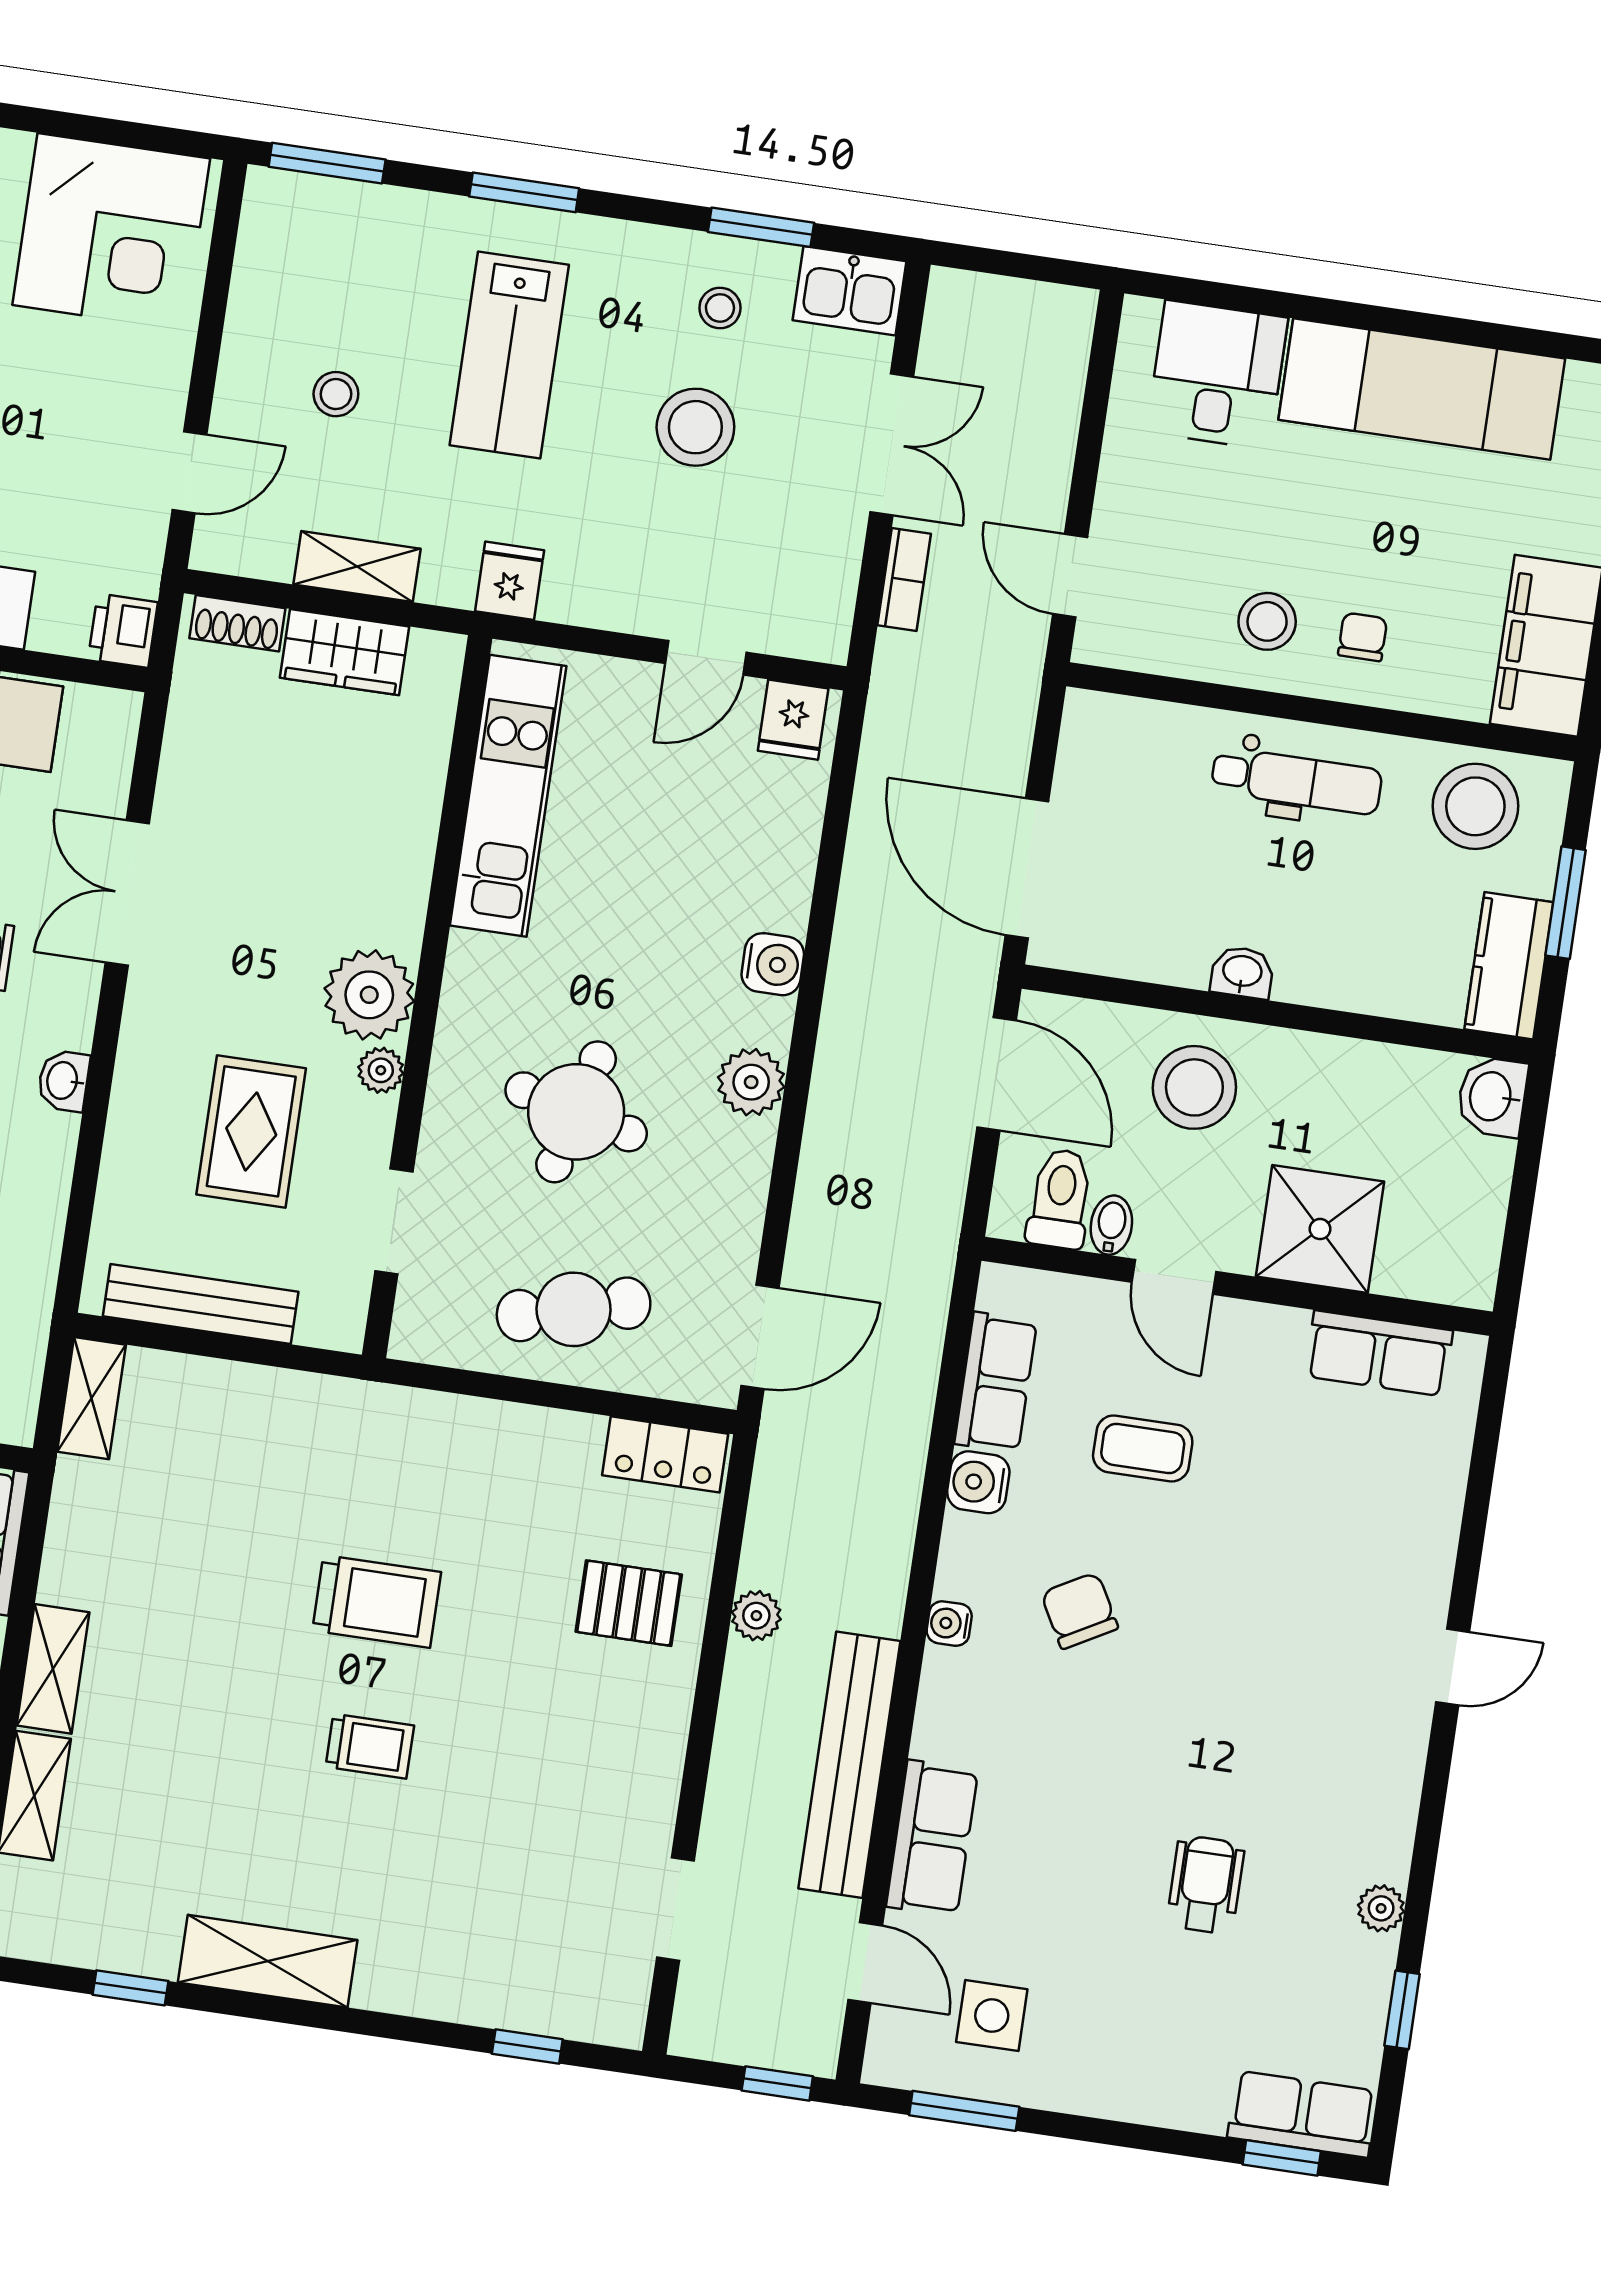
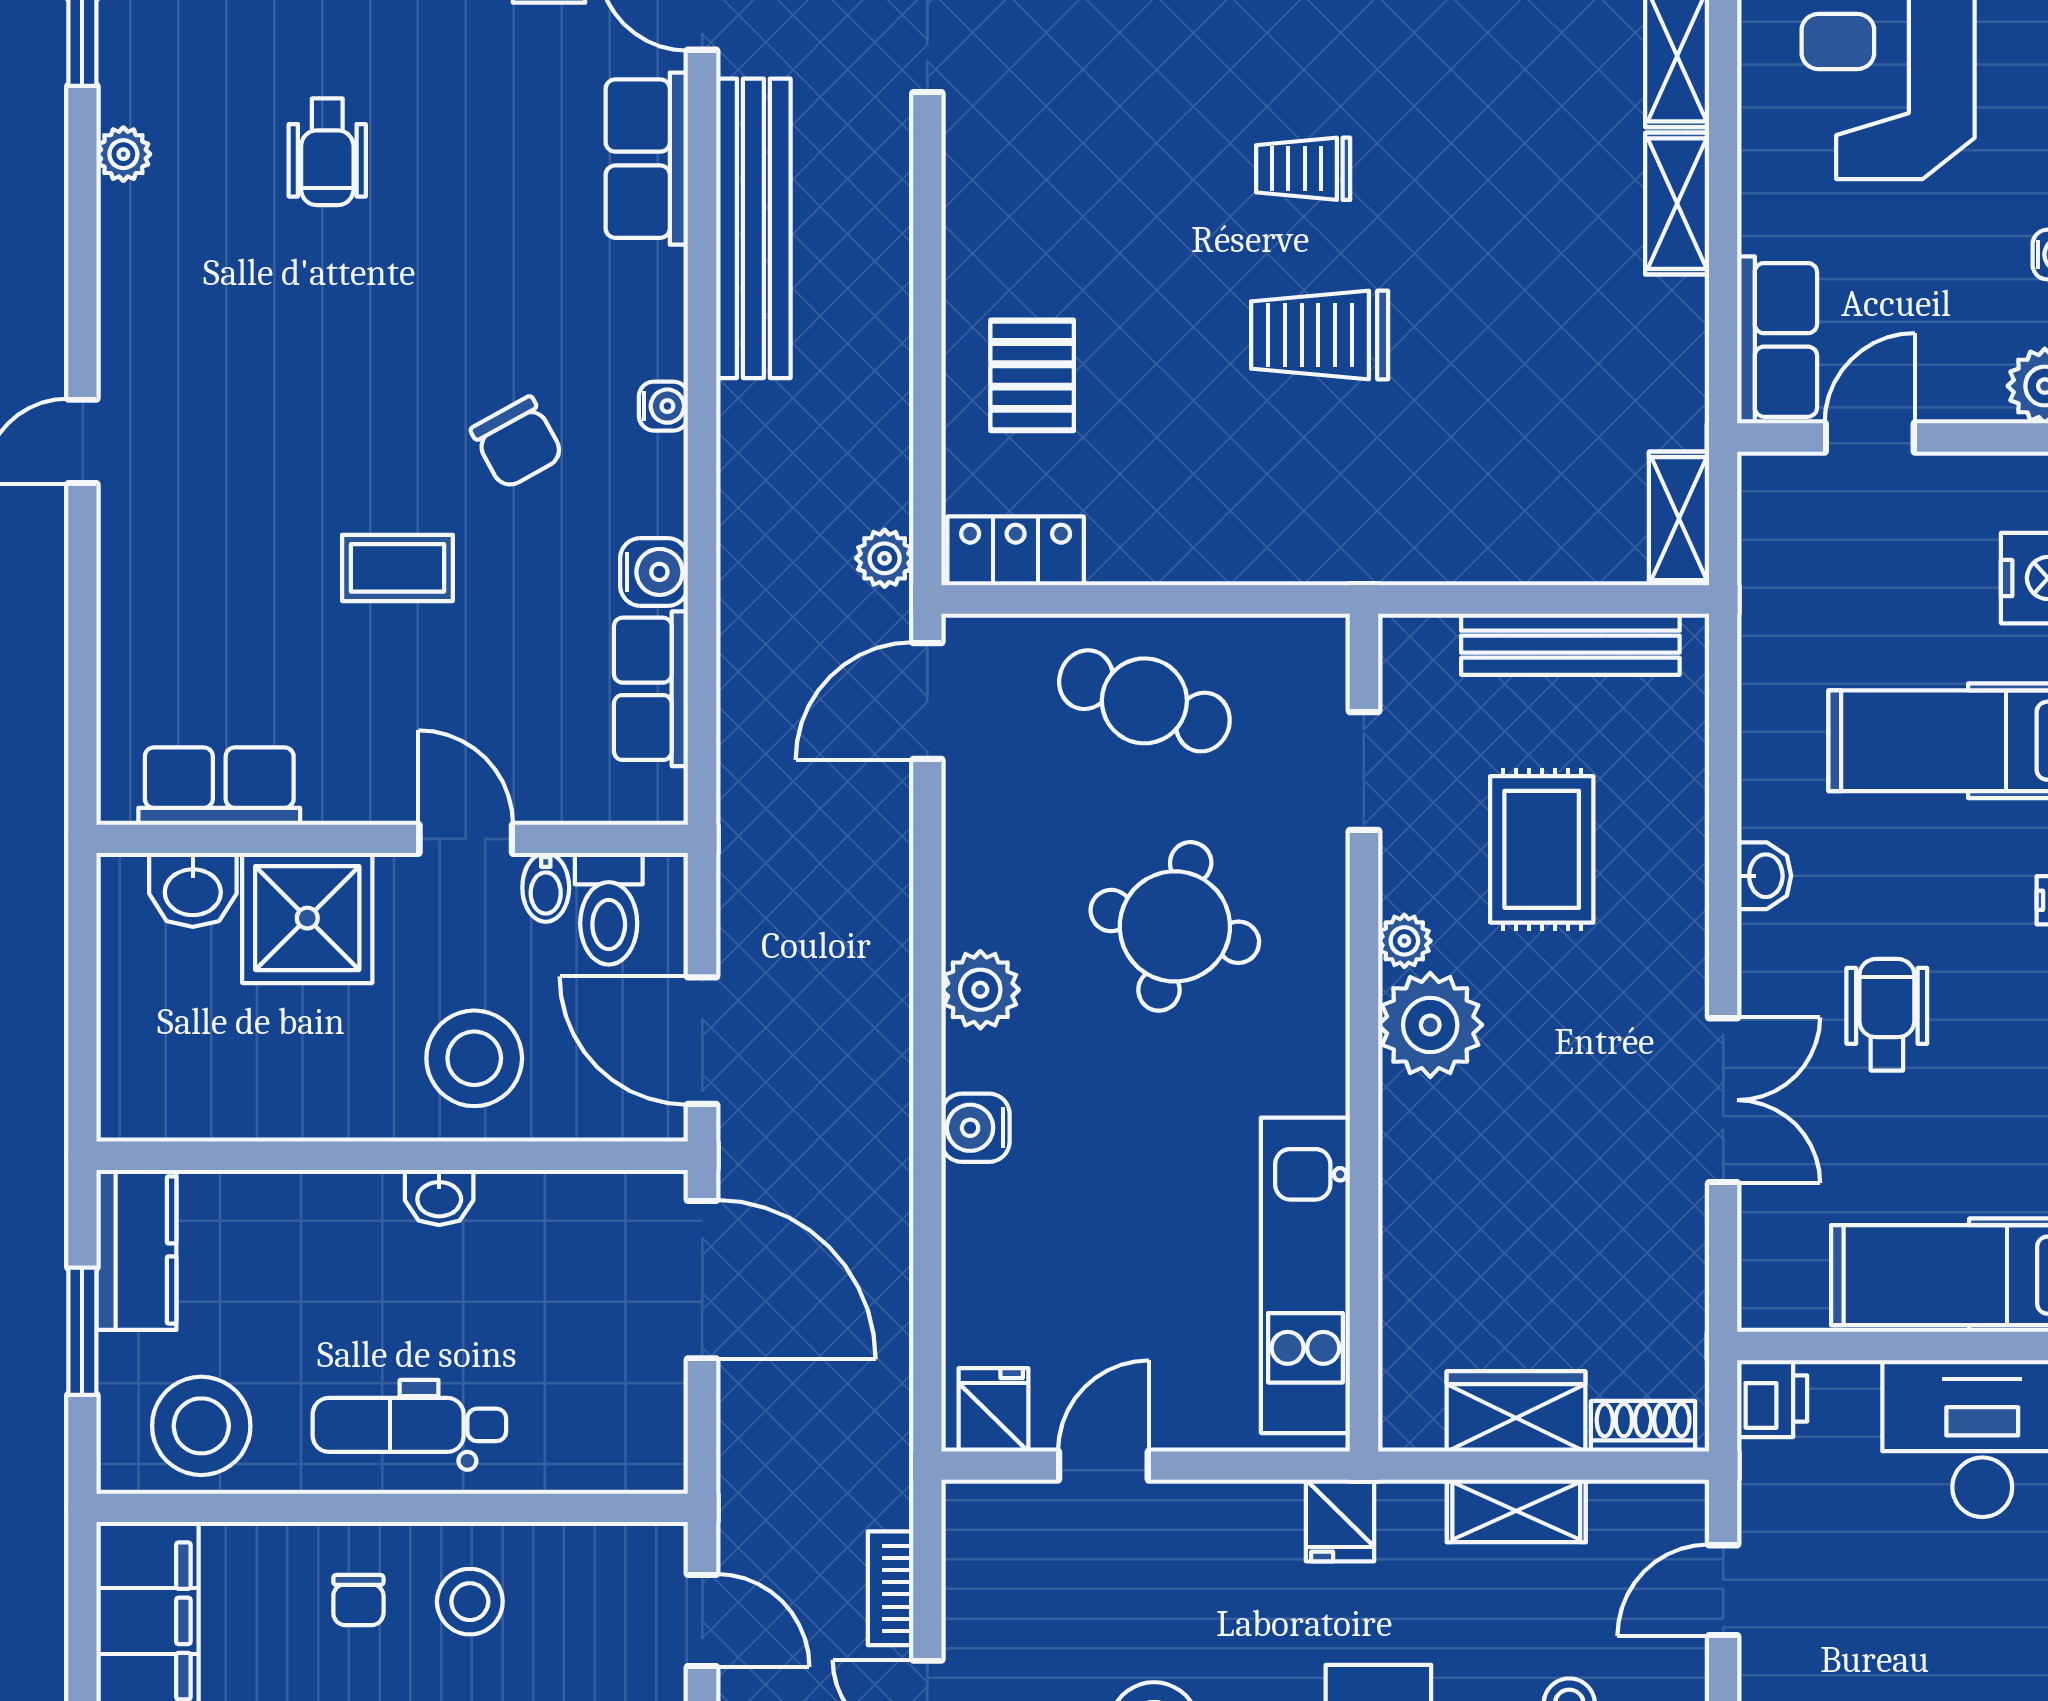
washbasin: (1492, 1097) -> (193, 890), moved, turned 90
cafe table: (574, 1309) -> (1144, 701), turned 35
coffee table: (1143, 1448) -> (398, 568), moved
pallet: (629, 1603) -> (1032, 375), turned 90
plant: (756, 1616) -> (885, 558), moved

